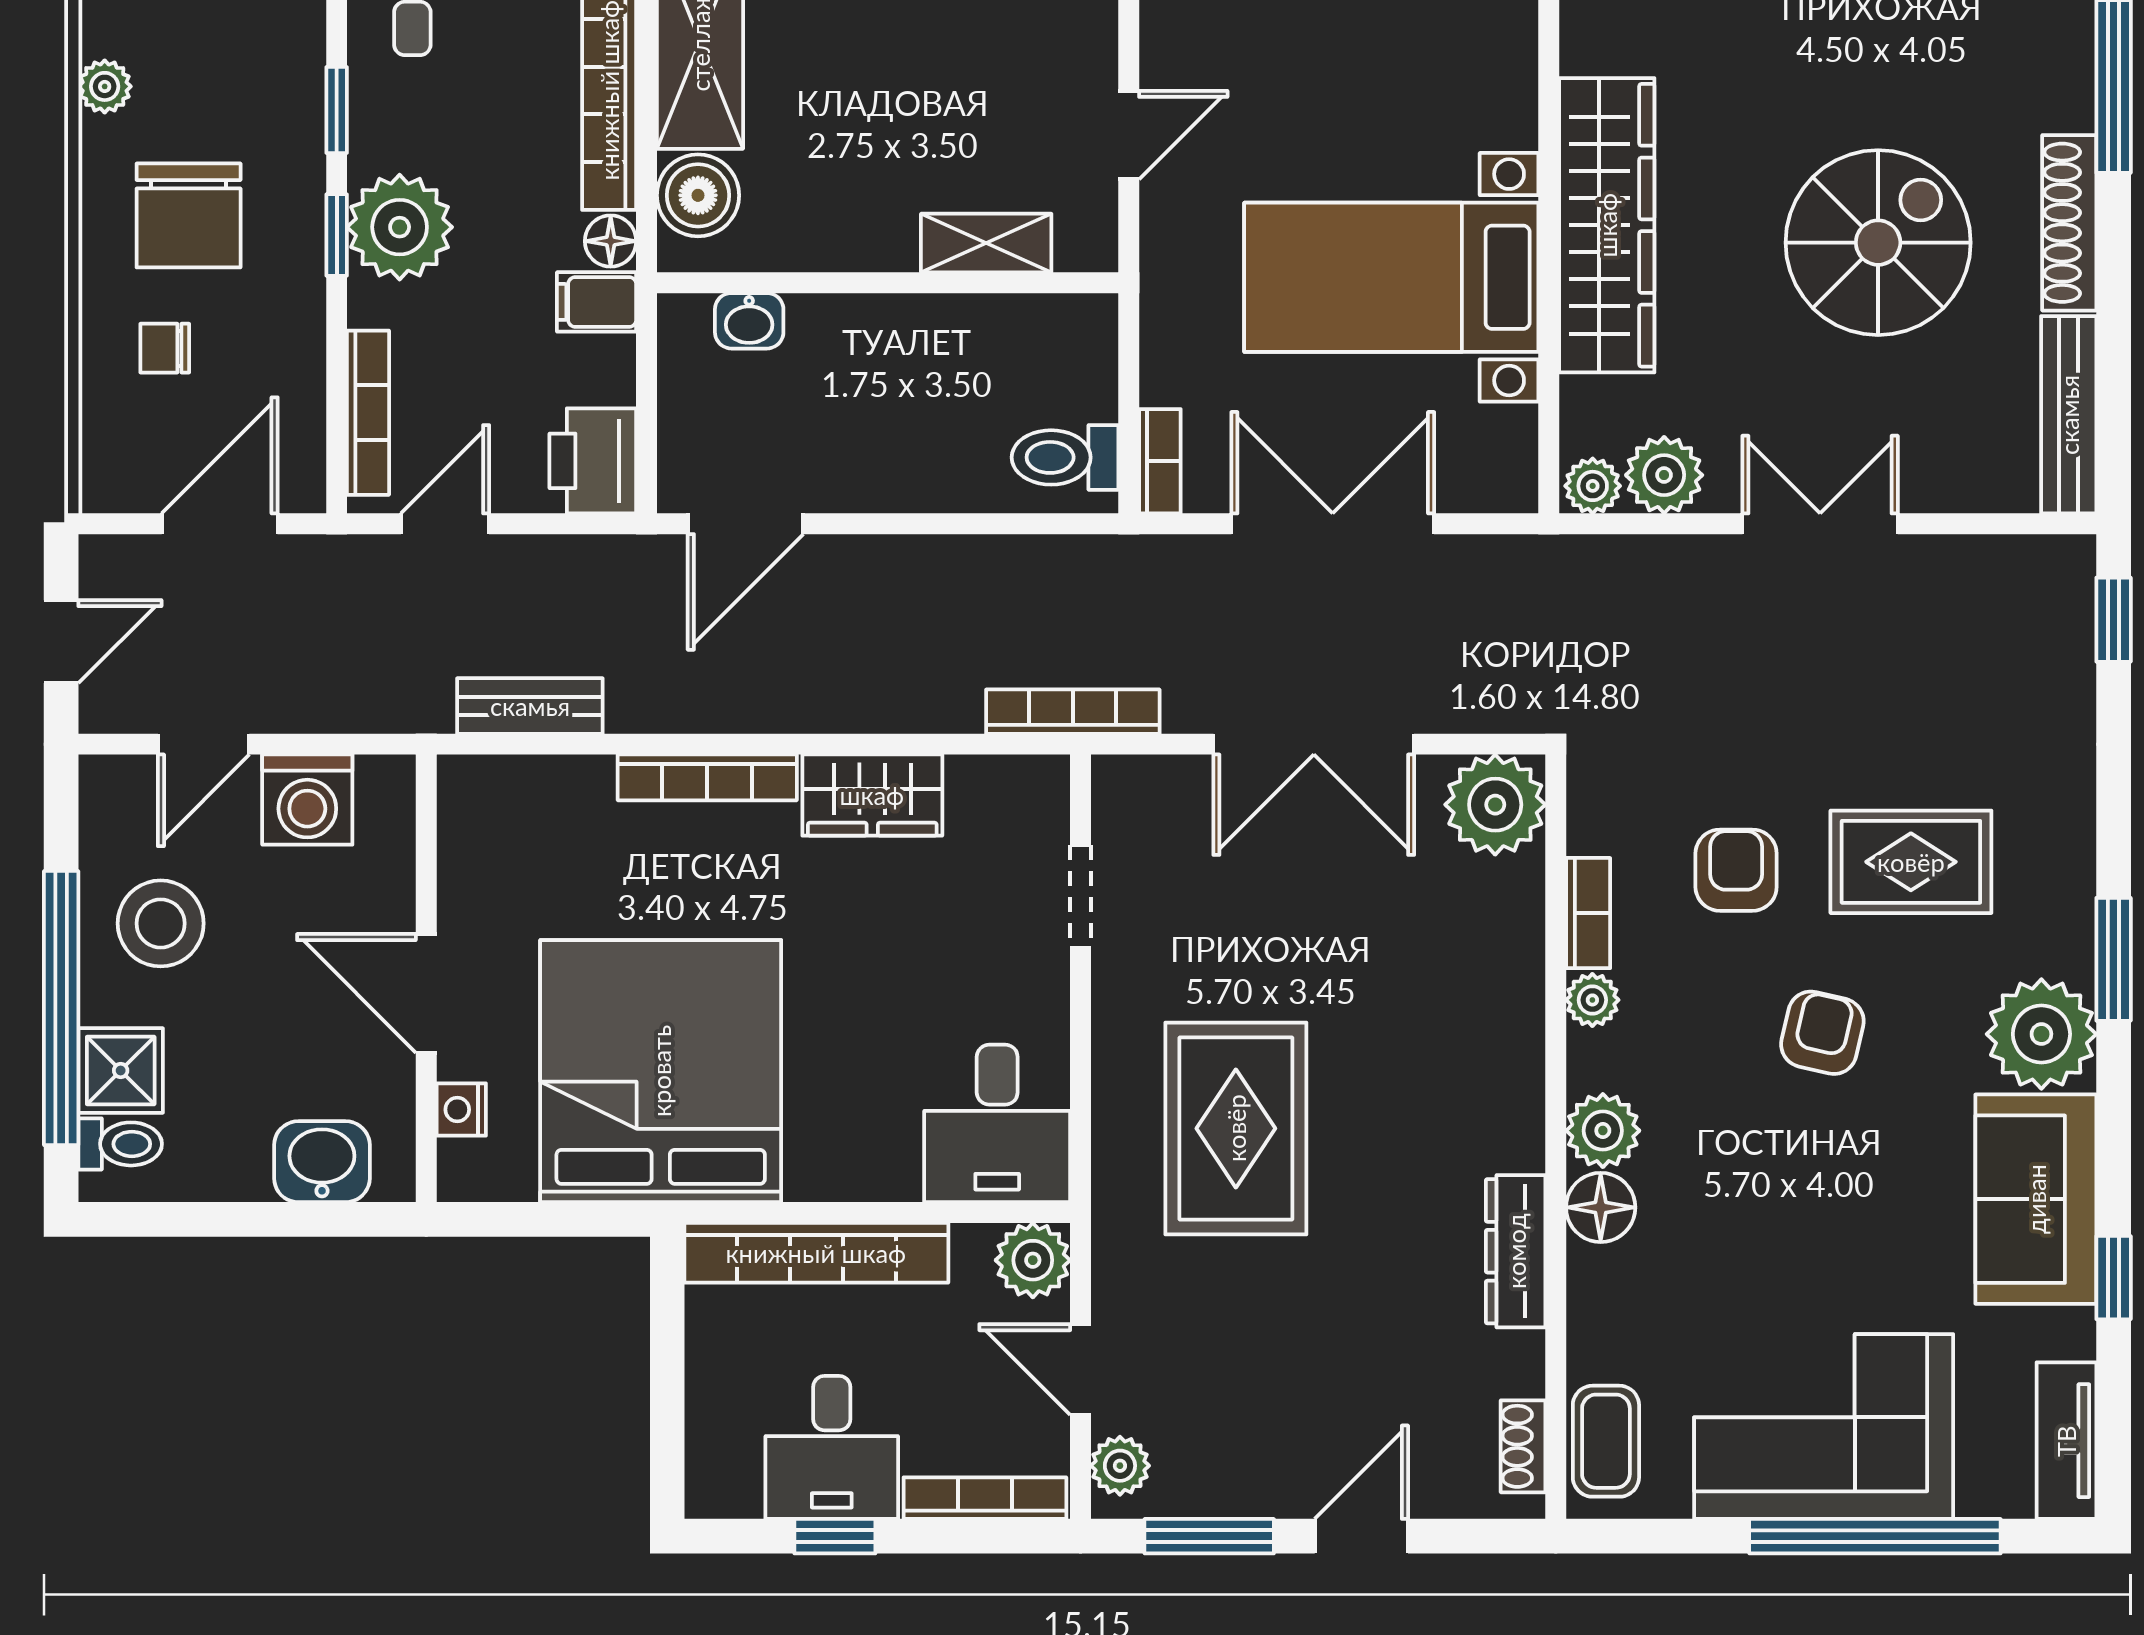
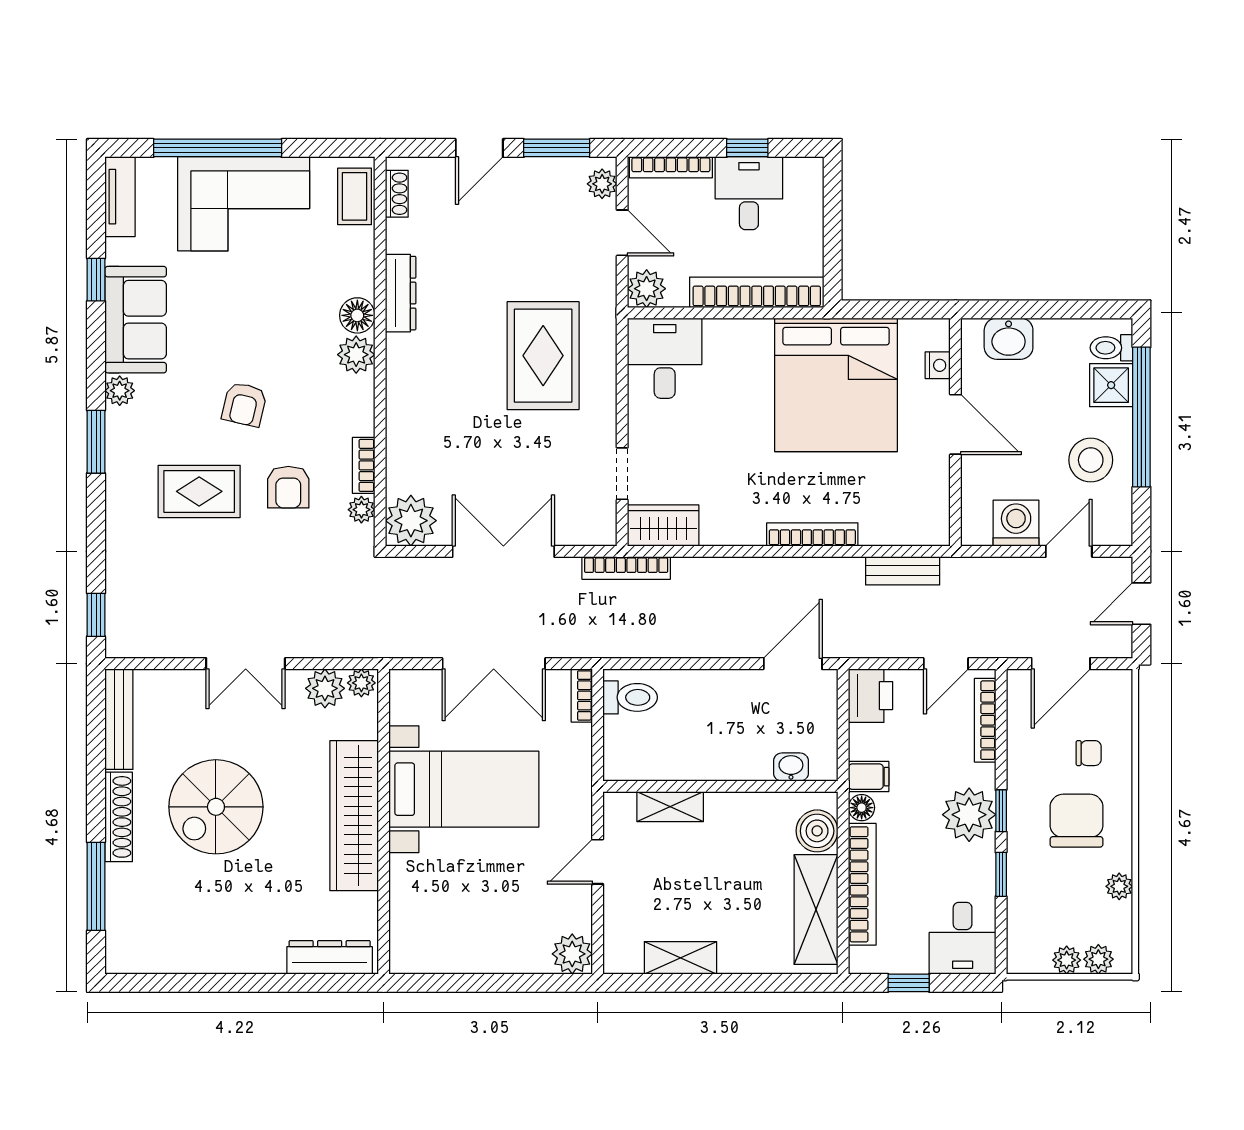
wardrobe: (872, 795) -> (663, 525), moved
plant: (1592, 1000) -> (361, 510), moved
plant: (2041, 1034) -> (120, 391), width x0.53, depth x0.53

